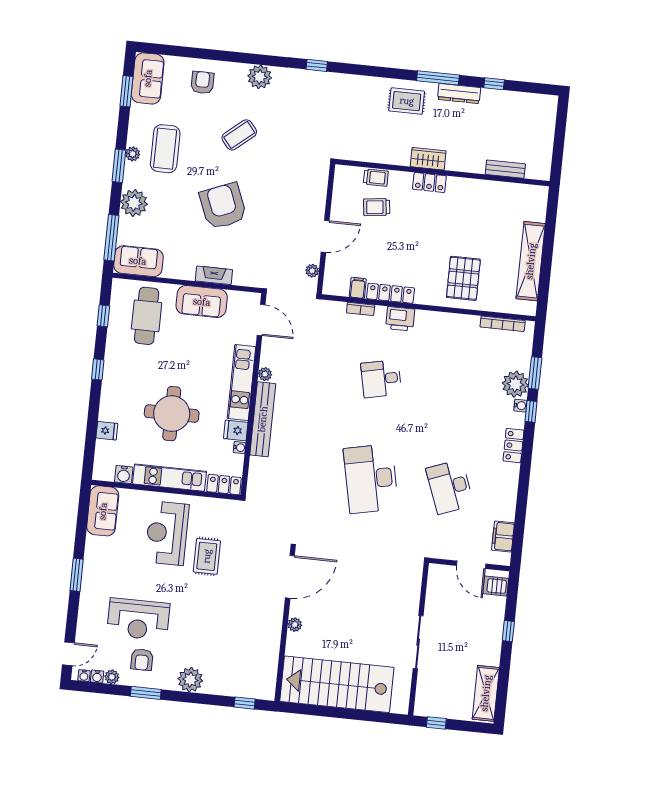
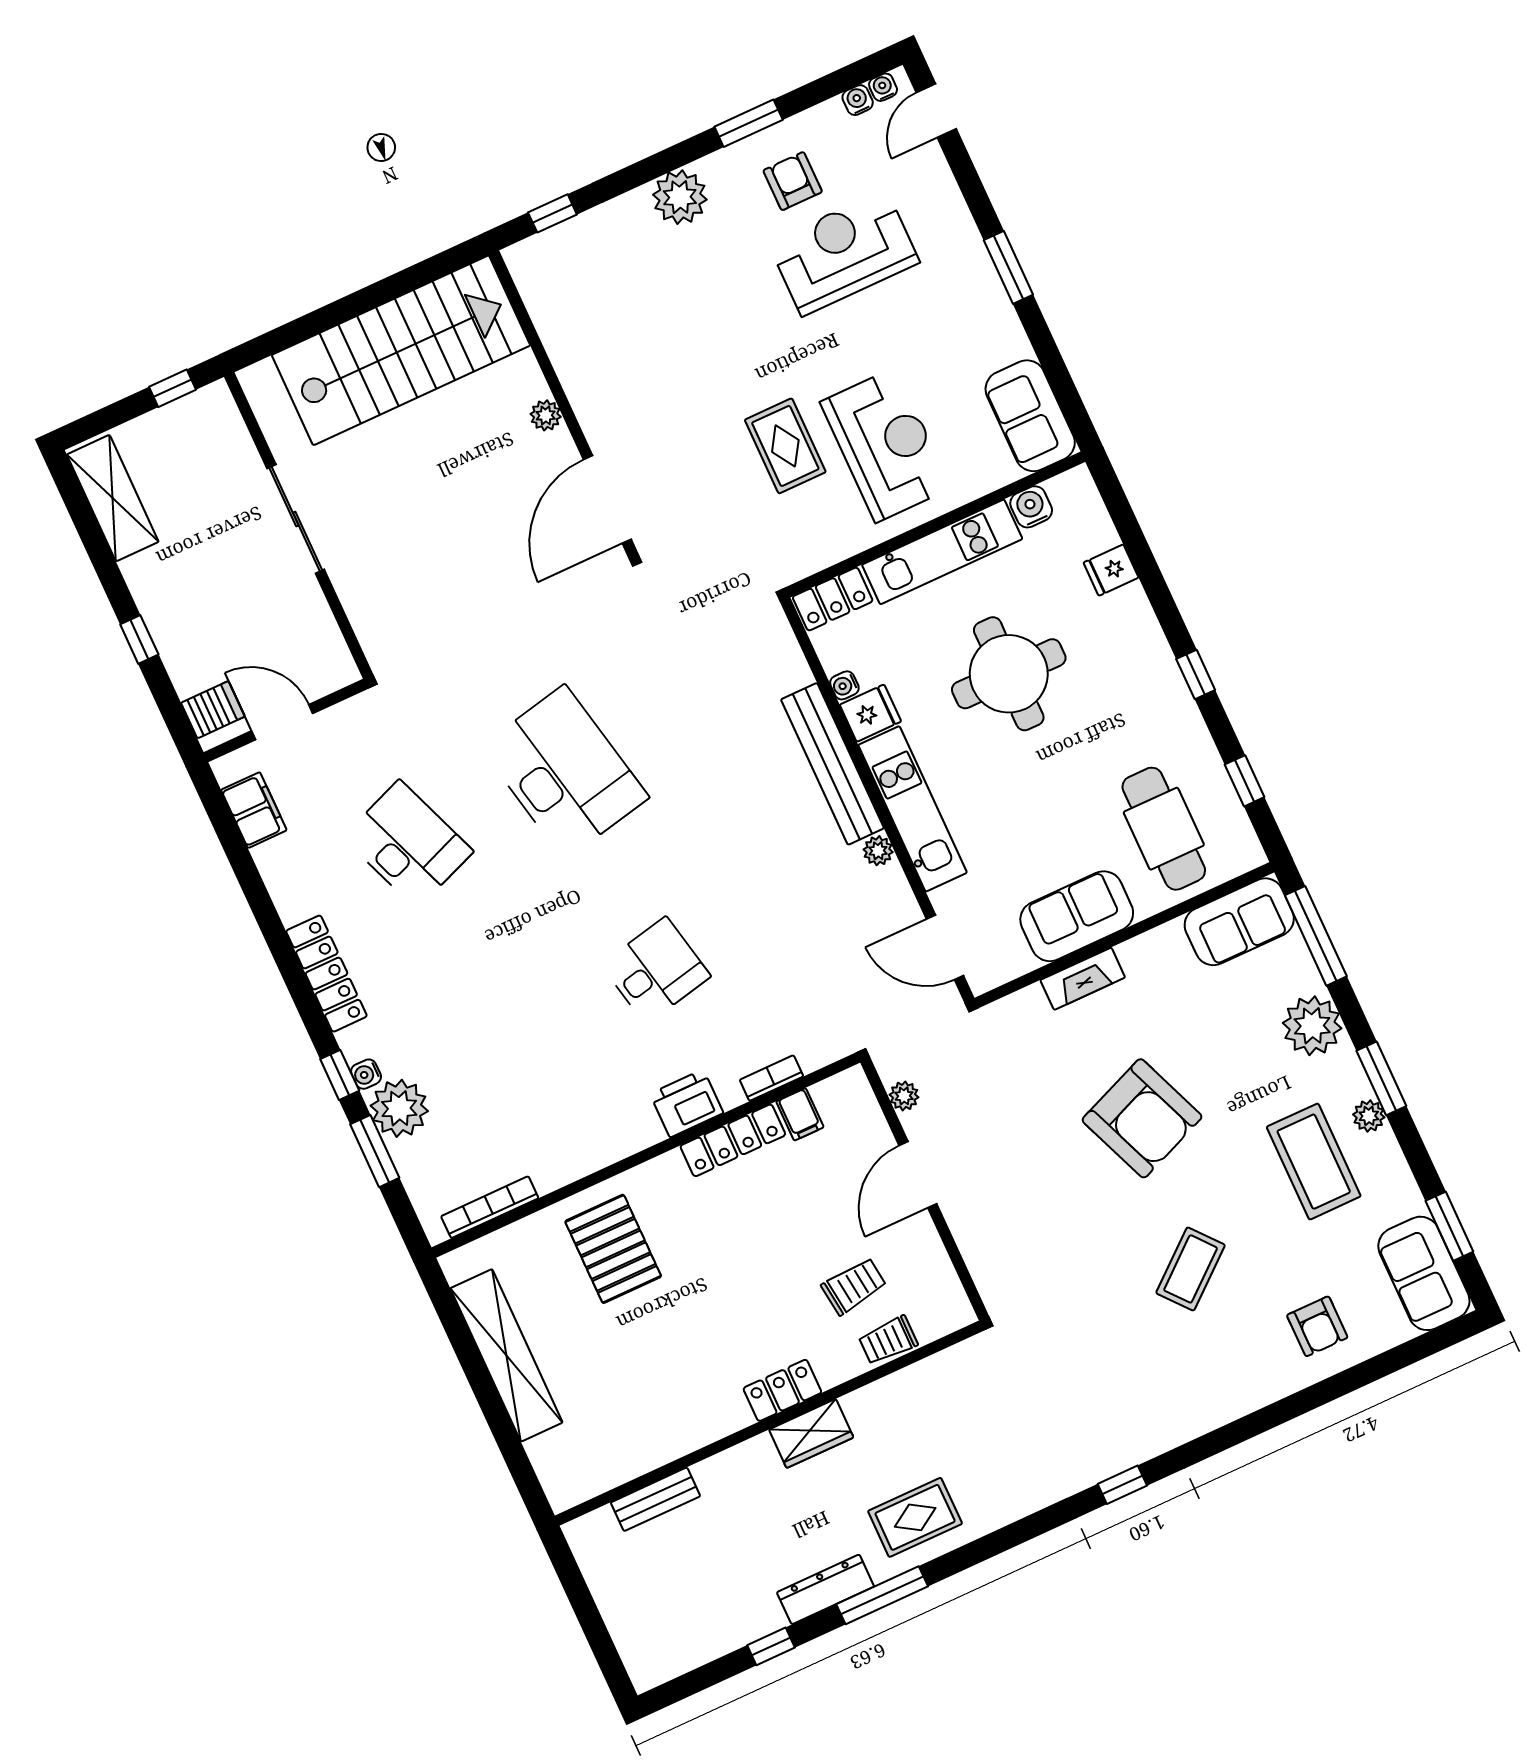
plant: (260, 77) -> (1217, 1400), removed
locker: (513, 446) -> (326, 974), width x1.53
plant: (112, 677) -> (830, 116), removed

